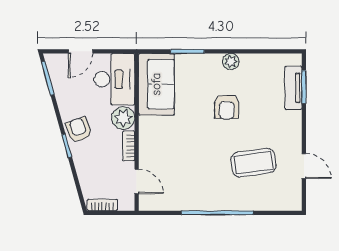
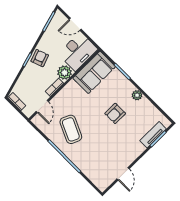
coffee table: (254, 163) -> (71, 129), moved, turned 33

